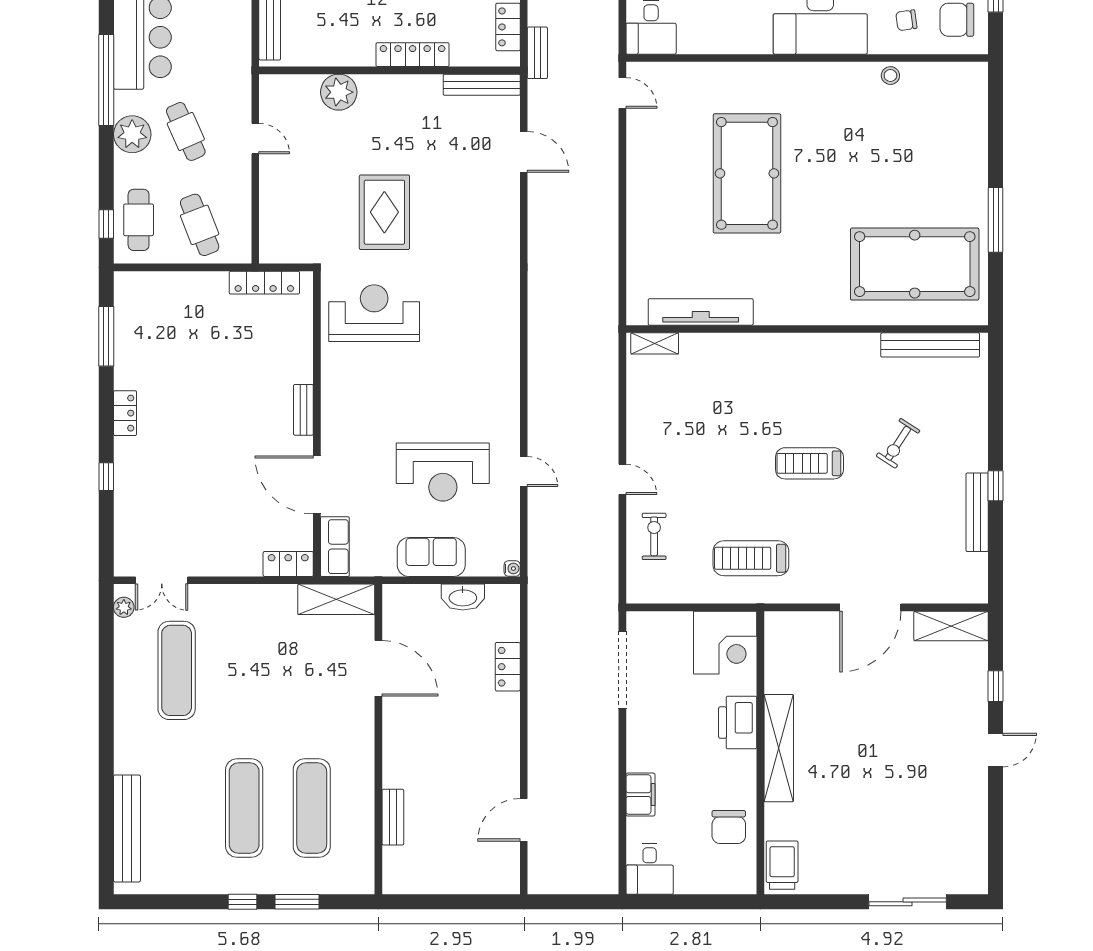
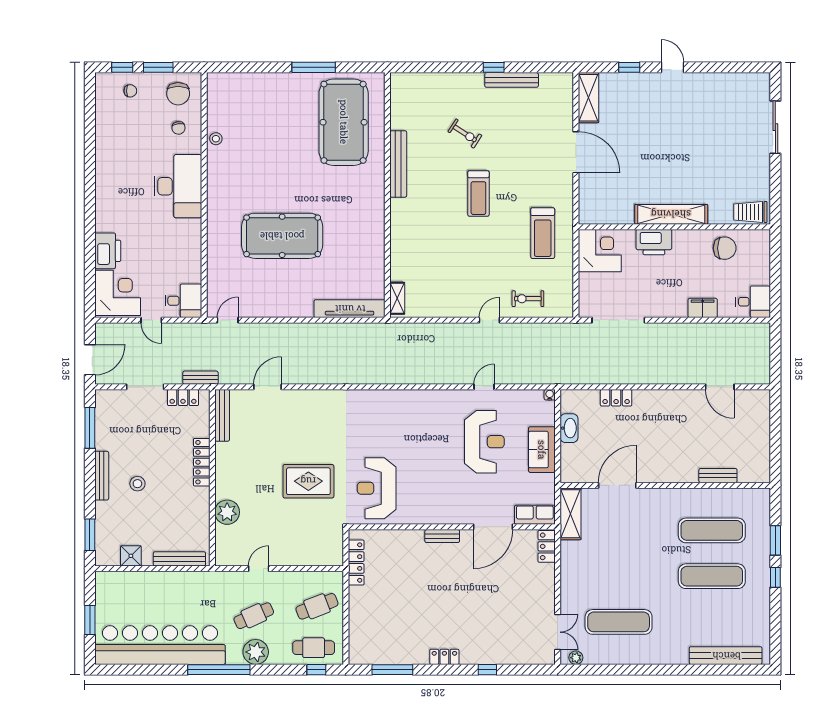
tv unit: (701, 312) -> (350, 309), moved, turned 90
bench: (930, 345) -> (398, 164), moved

